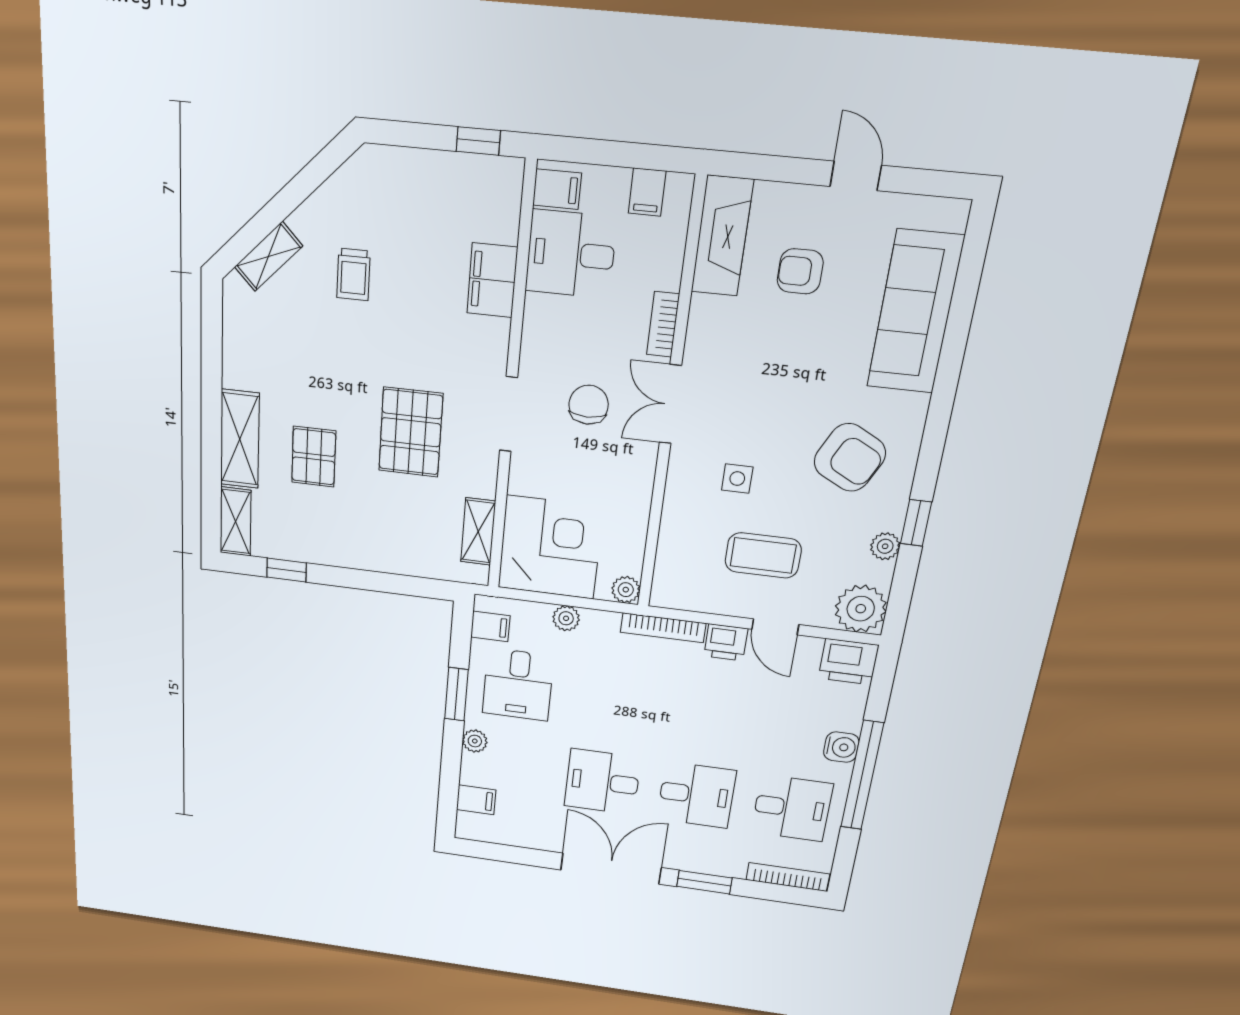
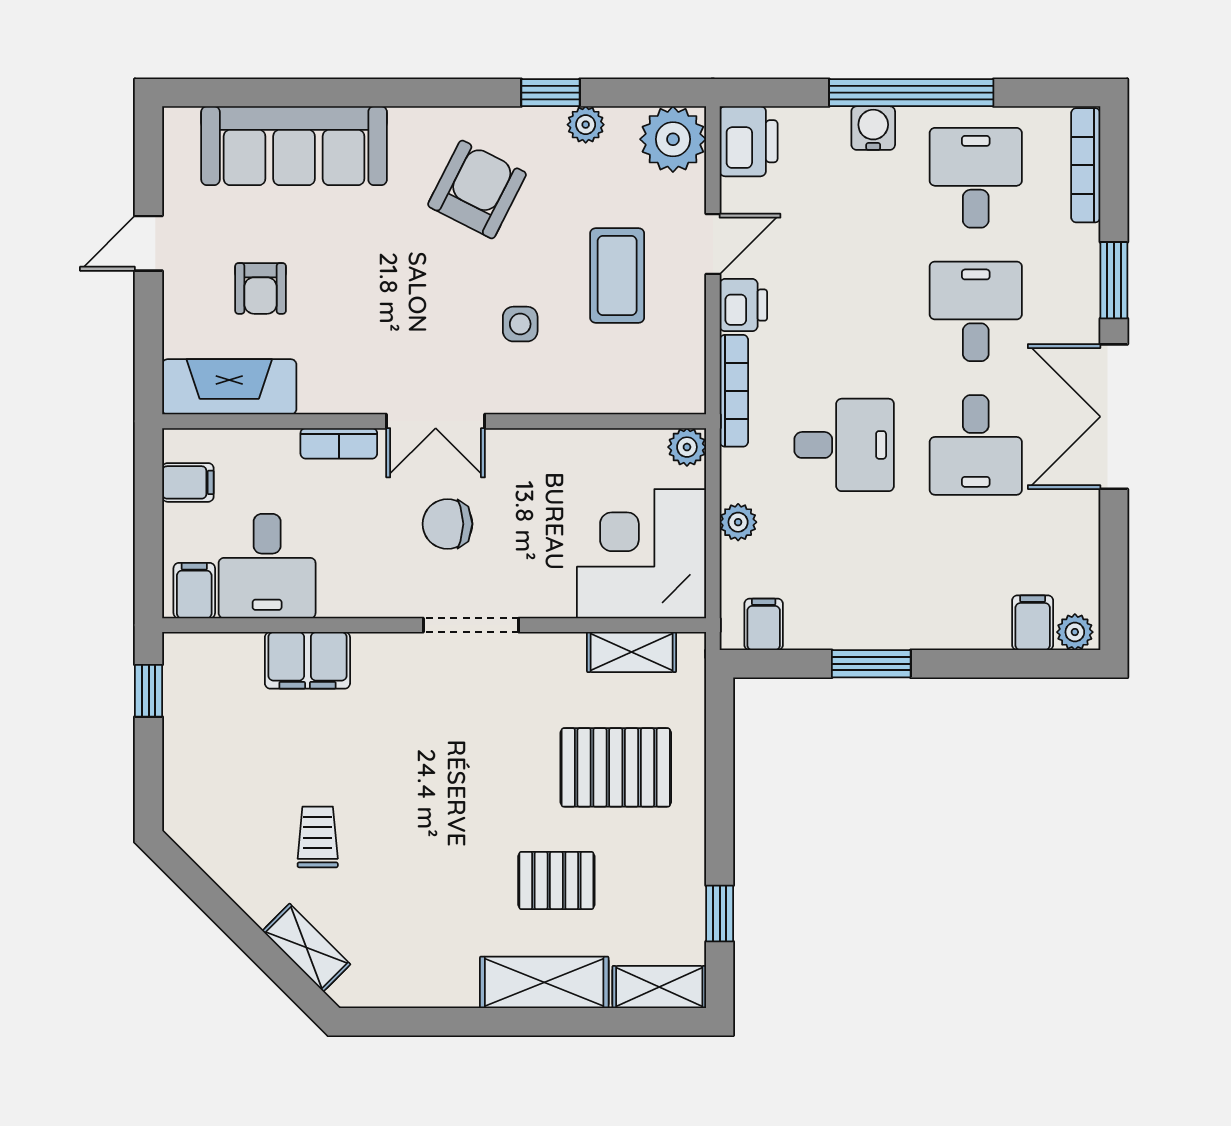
trolley: (353, 274) -> (318, 837), turned -90
pallet: (411, 432) -> (616, 767), moved
desk: (518, 685) -> (844, 445), moved
plant: (475, 741) -> (1075, 632), moved

